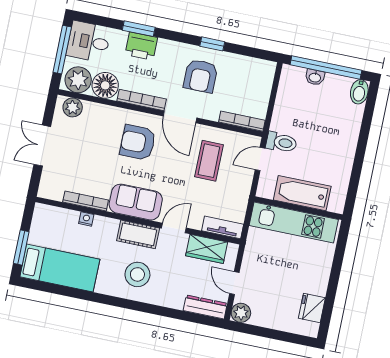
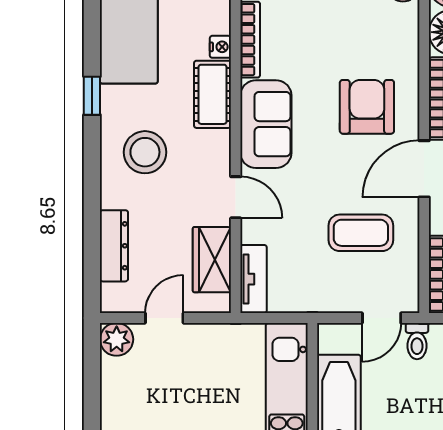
toilet: (281, 142) -> (417, 341), width x0.73, depth x0.72
door: (260, 159) -> (382, 318), swing flipped
cot: (138, 234) -> (213, 94), moved
window: (99, 298) -> (92, 96), added
dresser: (205, 307) -> (114, 246), moved

